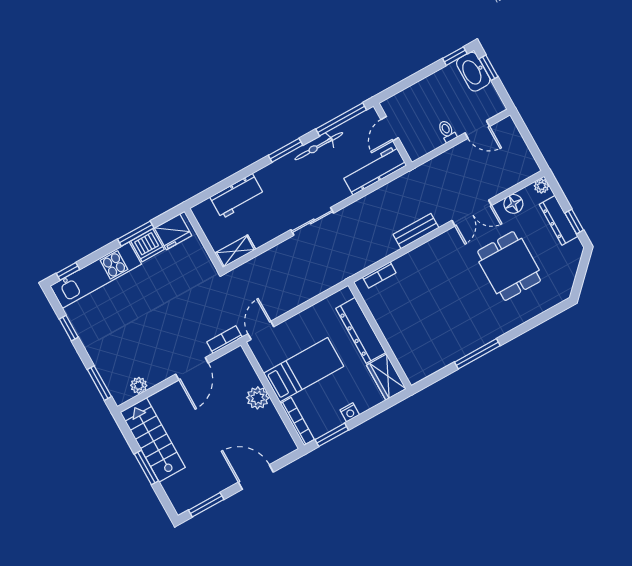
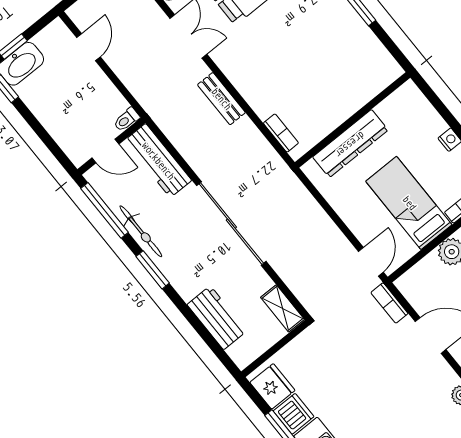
toilet: (447, 131) -> (127, 120), moved
sliding door: (312, 221) -> (231, 224), width x1.86
door: (261, 330) -> (371, 262), swing flipped
wardrobe: (386, 377) -> (400, 104), removed

